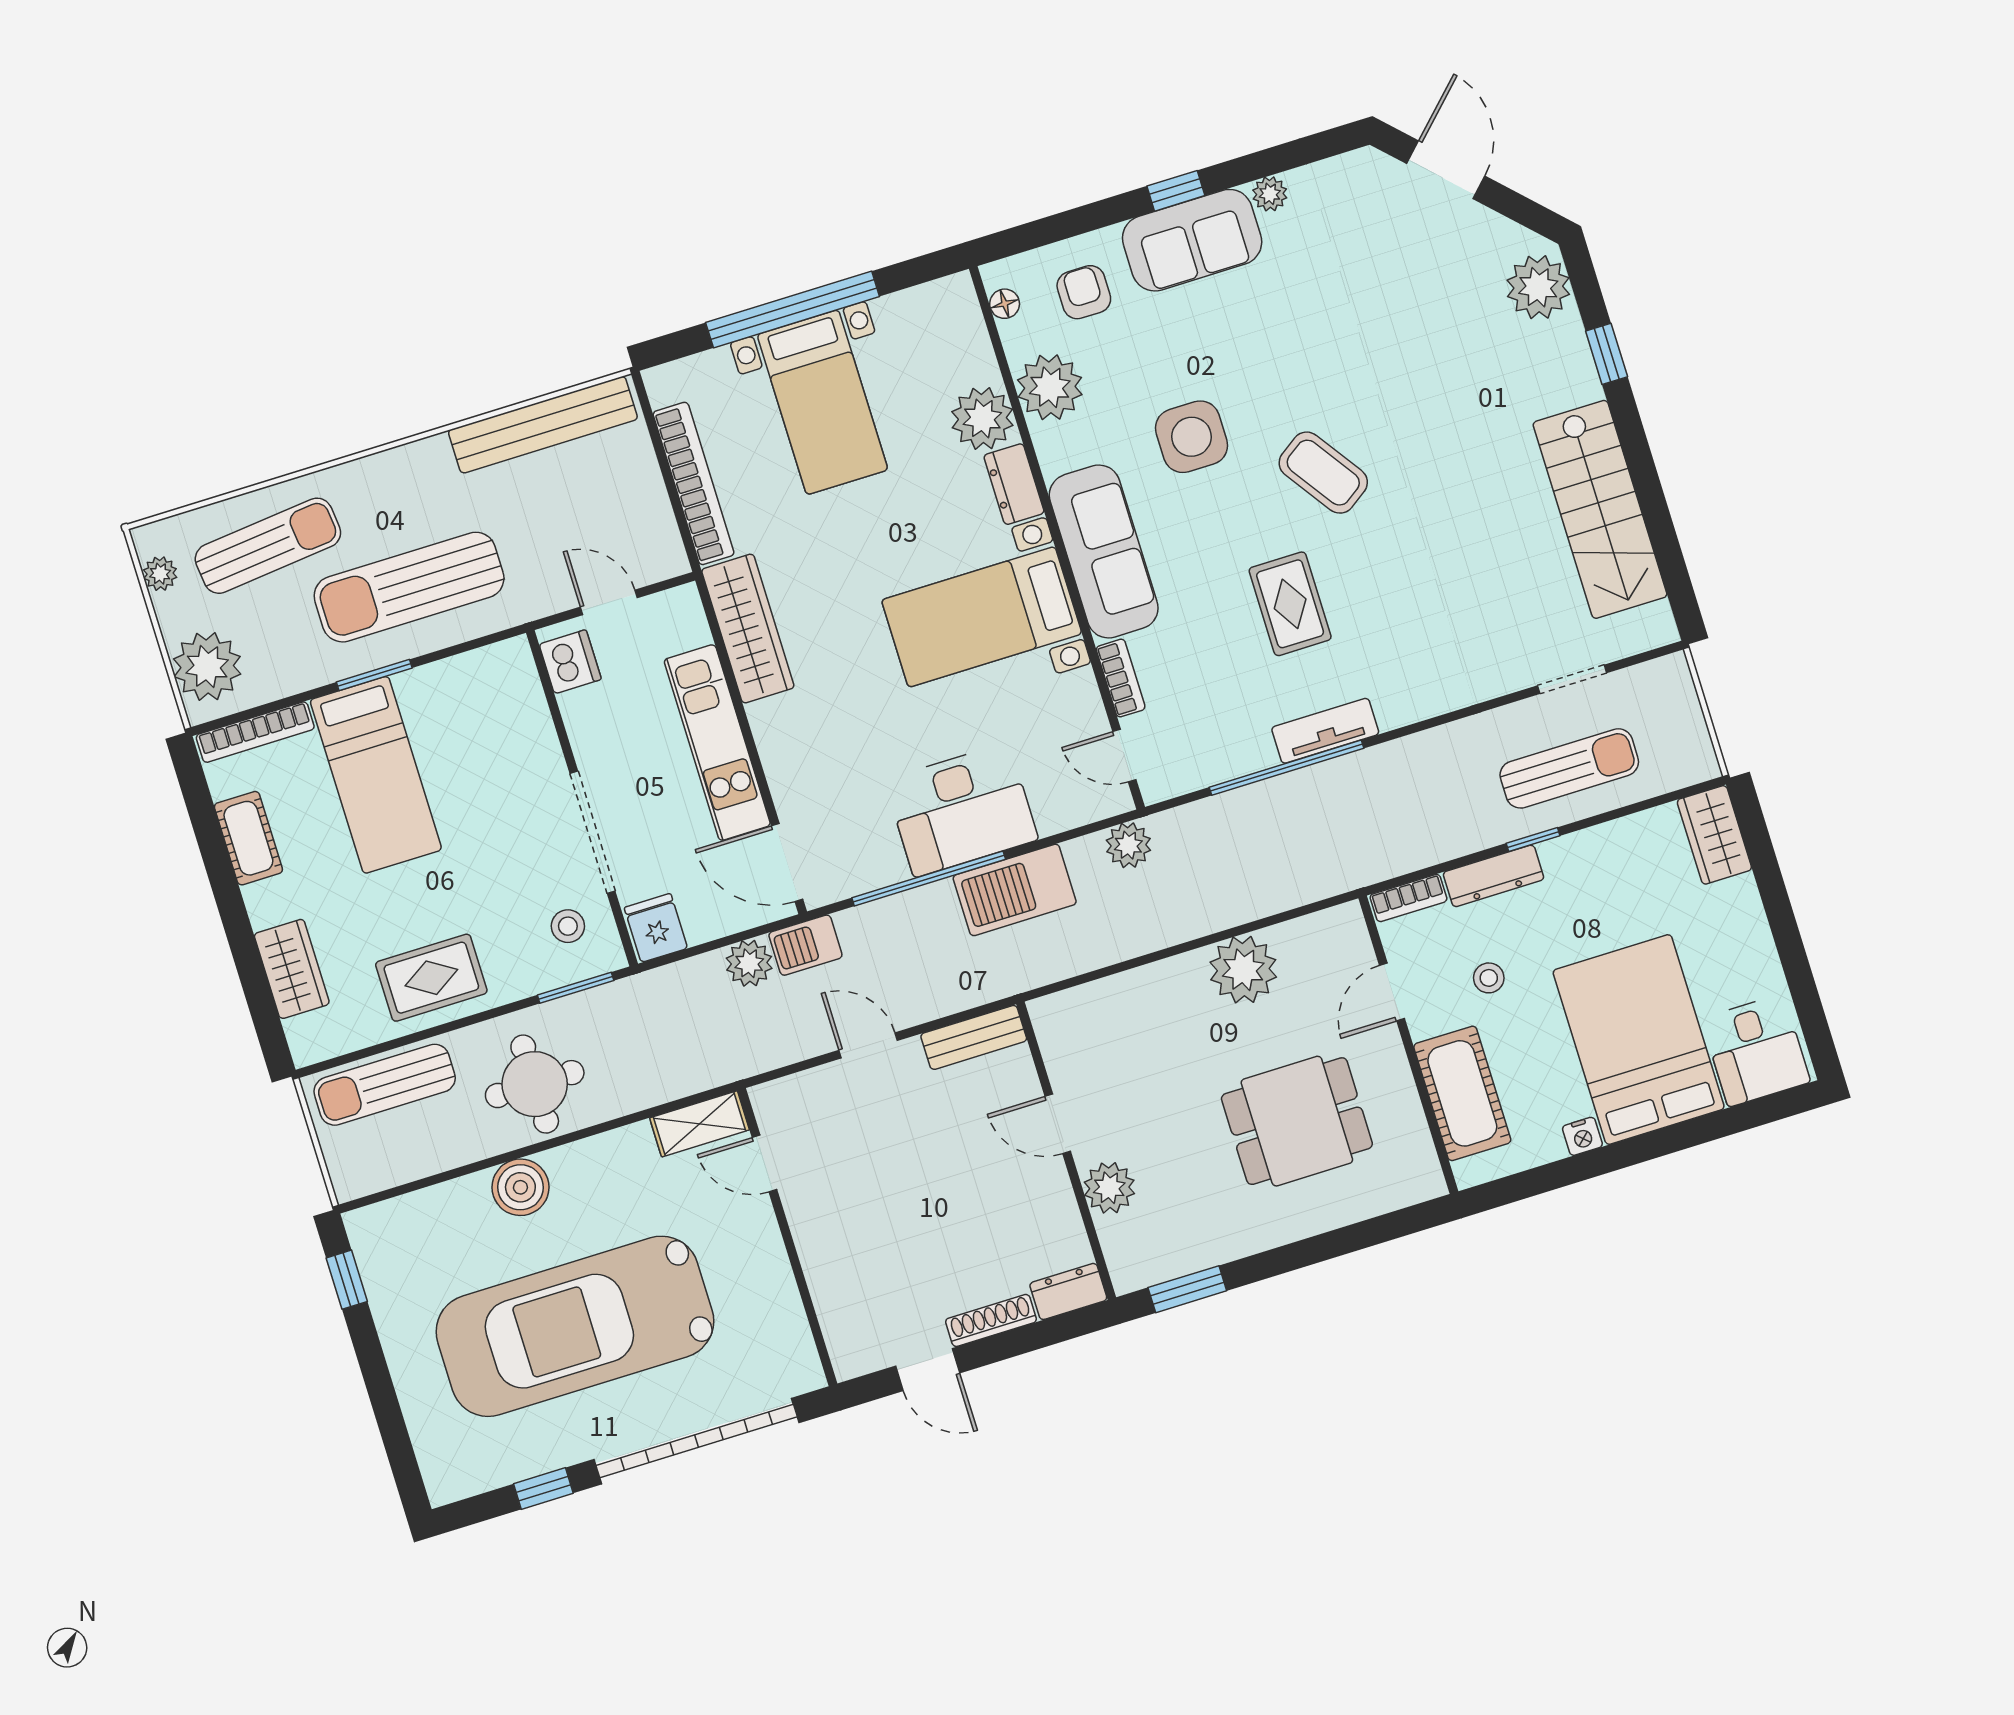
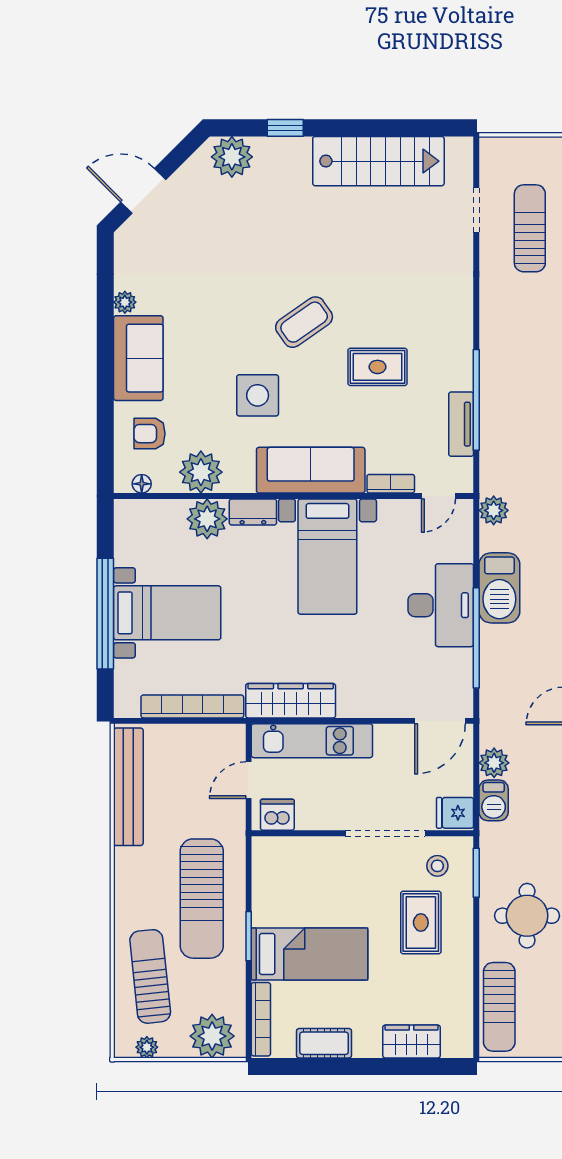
window: (1176, 191) -> (105, 359), removed
tv unit: (1325, 731) -> (461, 424), moved
kitchen unit: (717, 743) -> (312, 741), moved
barbecue: (805, 945) -> (494, 800), moved
rug: (431, 978) -> (421, 923), moved

